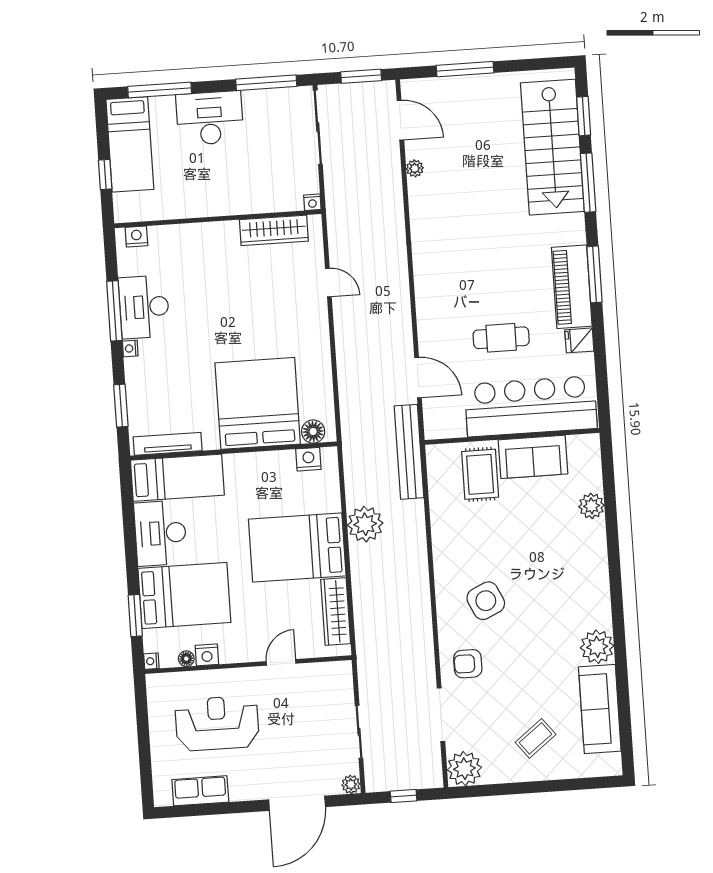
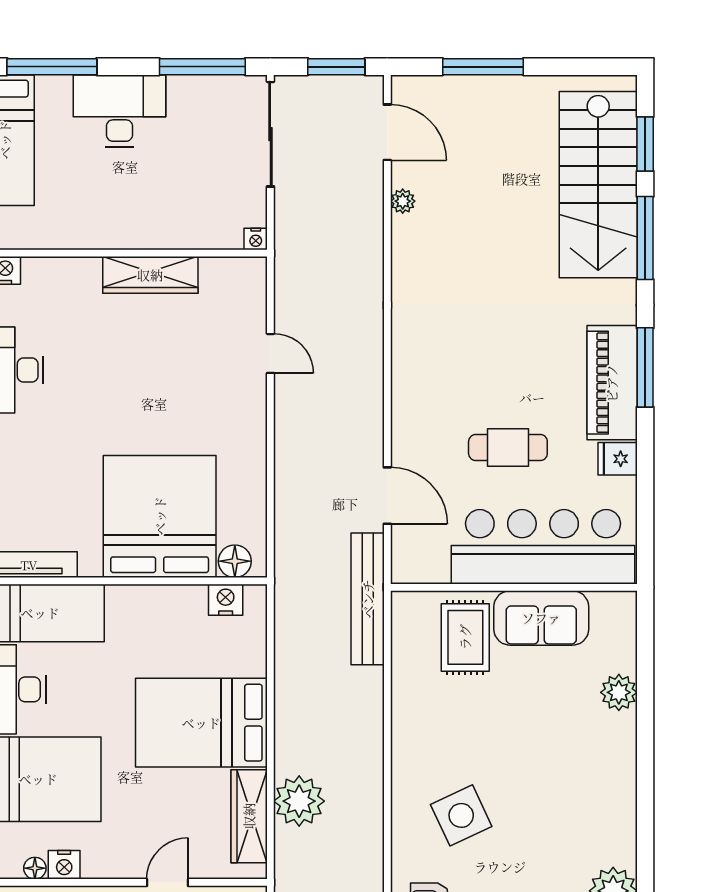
wardrobe: (274, 230) -> (150, 275), moved
plant: (365, 524) -> (299, 801), moved

